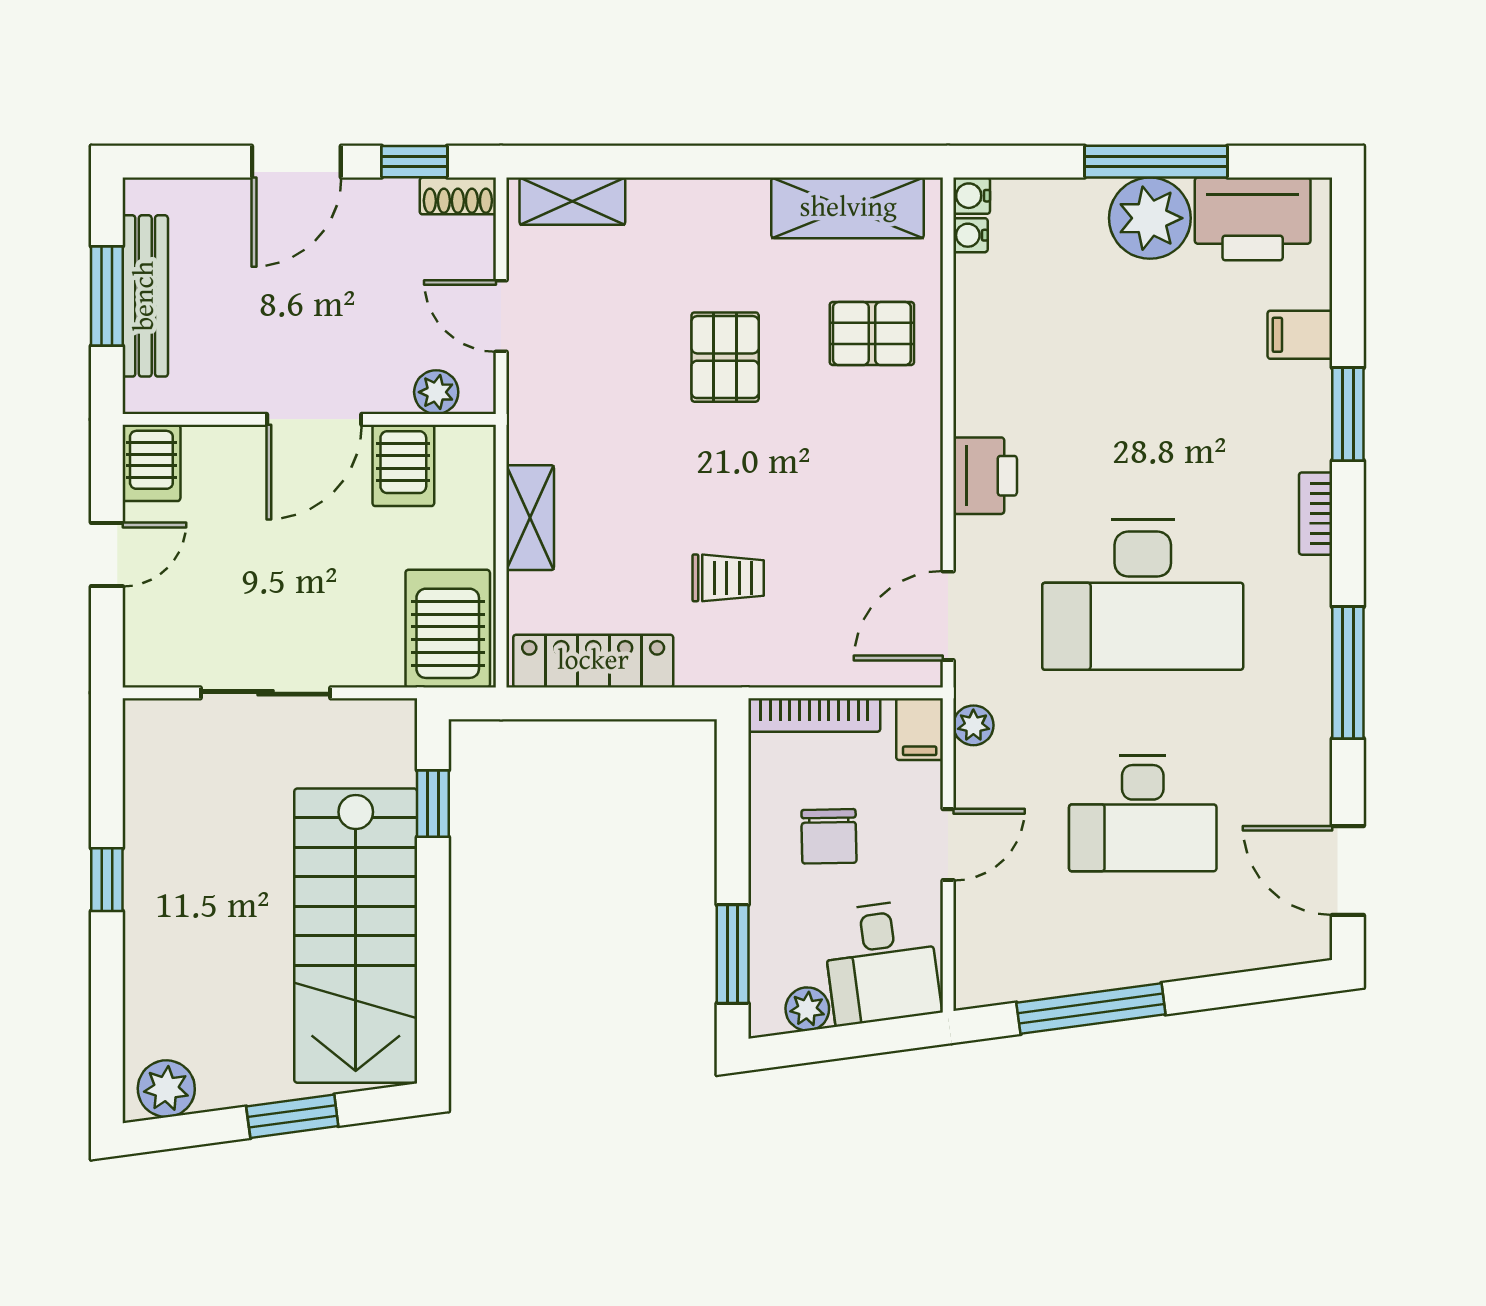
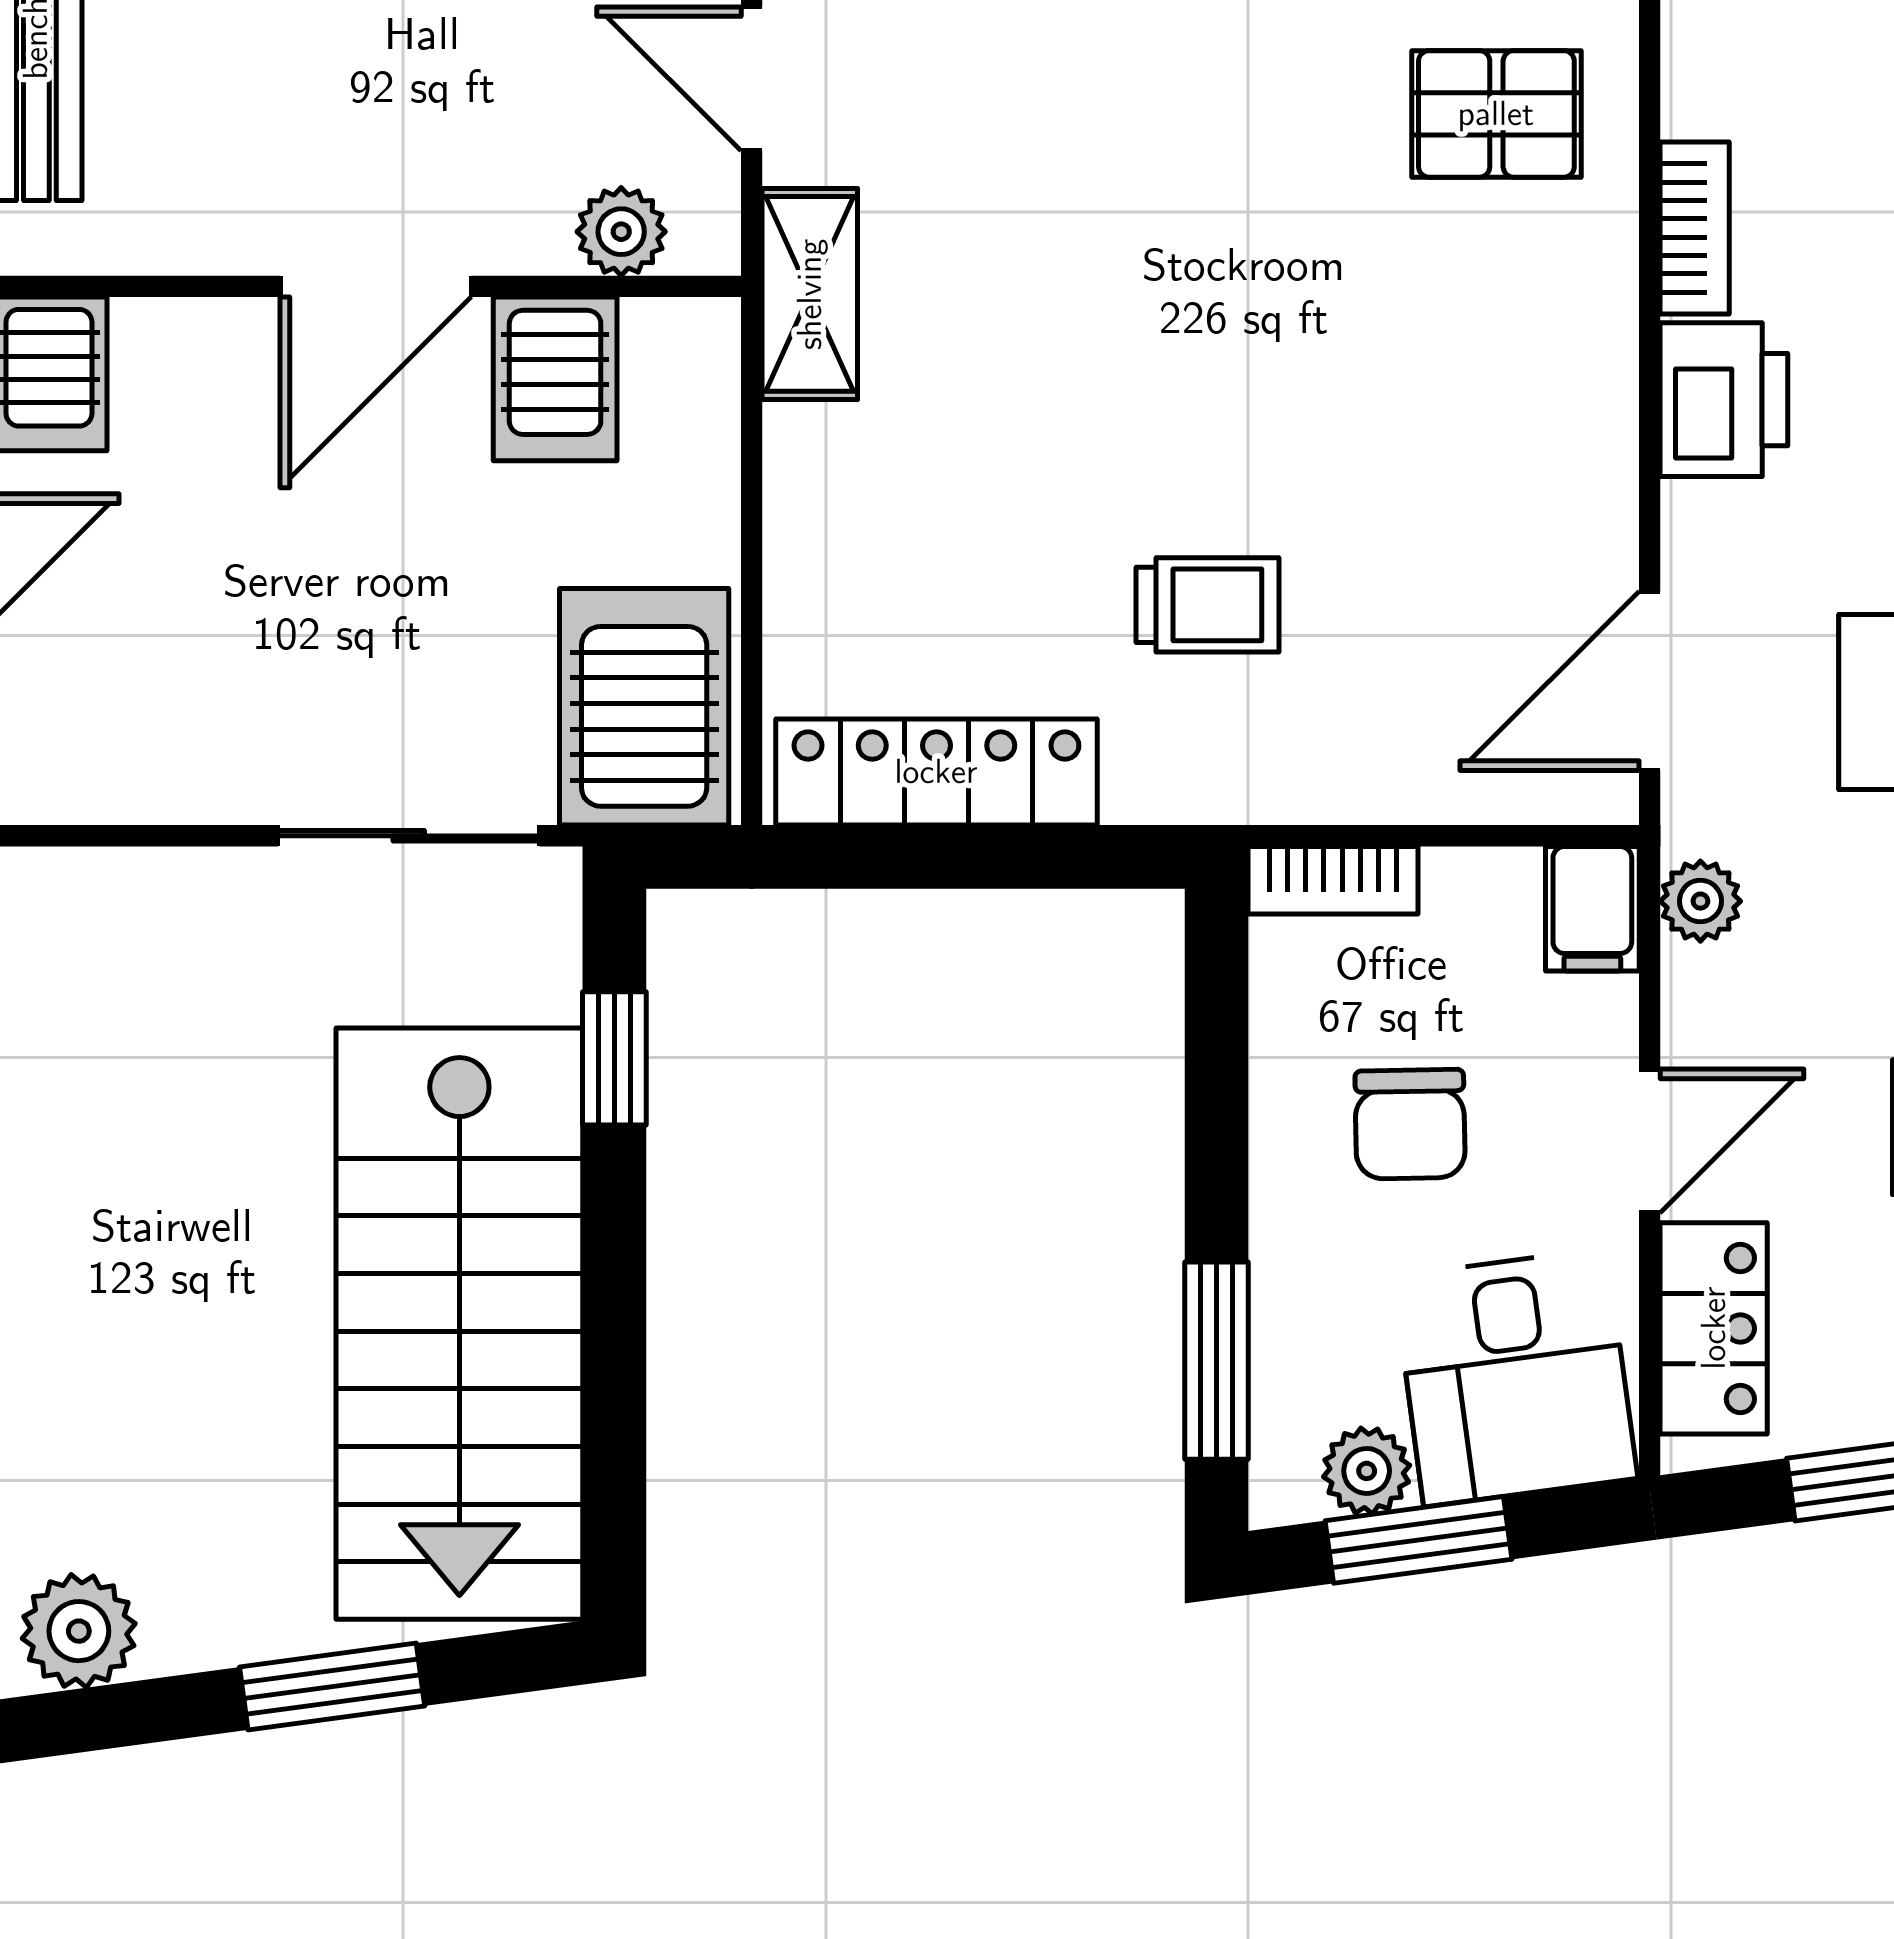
pallet: (725, 357) -> (1201, 161), removed
bookcase: (971, 390) -> (1695, 228), added
shelving: (530, 518) -> (810, 294), moved
sliding door: (266, 693) -> (409, 836), moved
bookcase: (814, 715) -> (1333, 880), width x0.64
locker: (980, 938) -> (1714, 1328), added
window: (833, 1043) -> (1418, 1540), added

